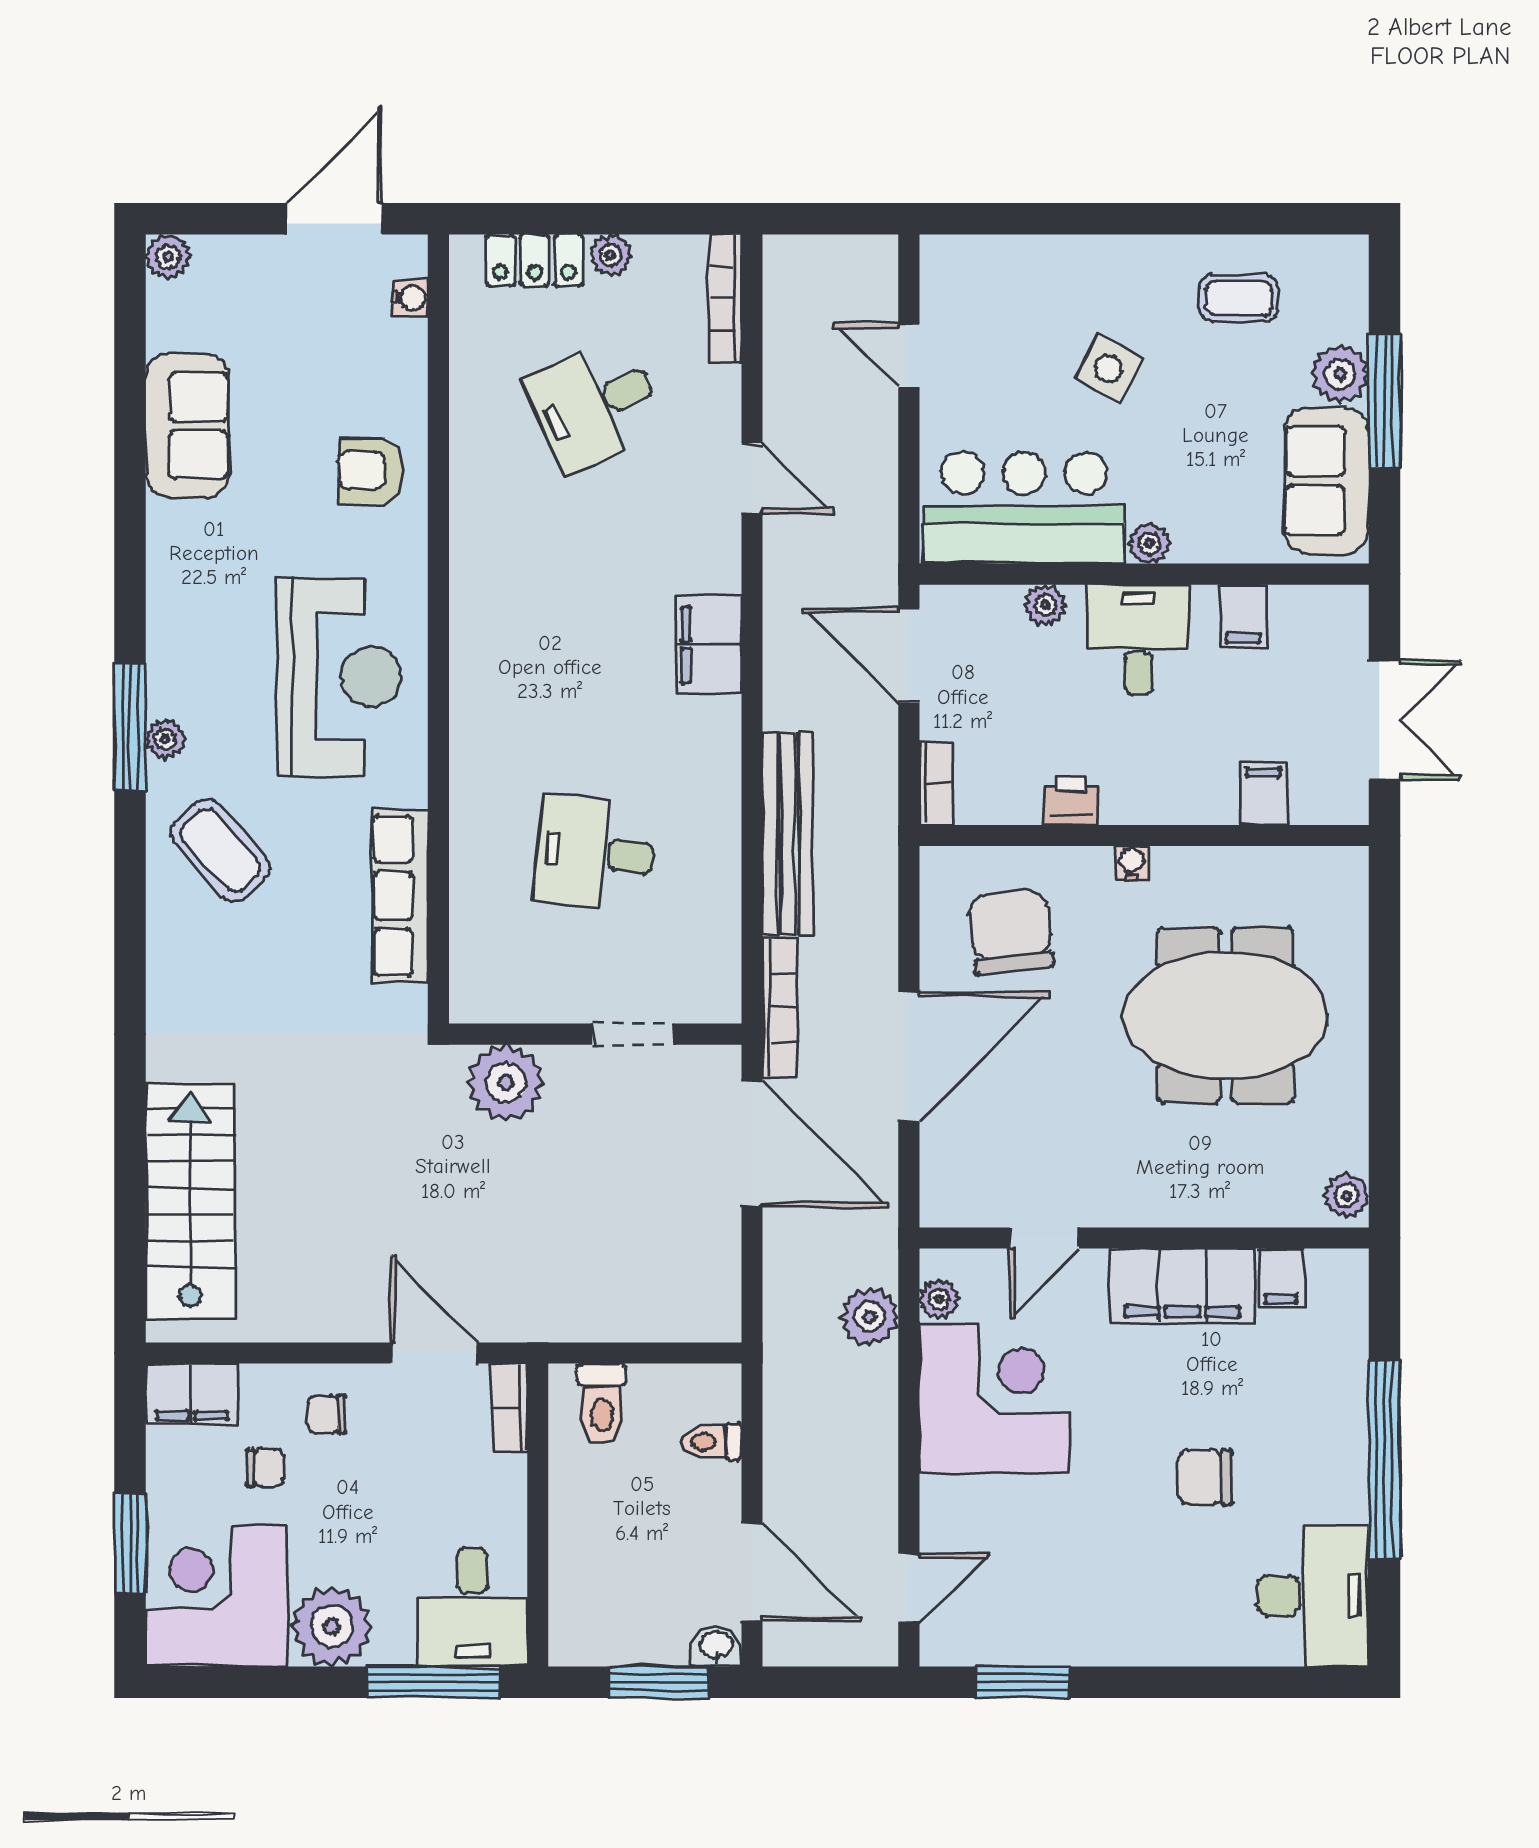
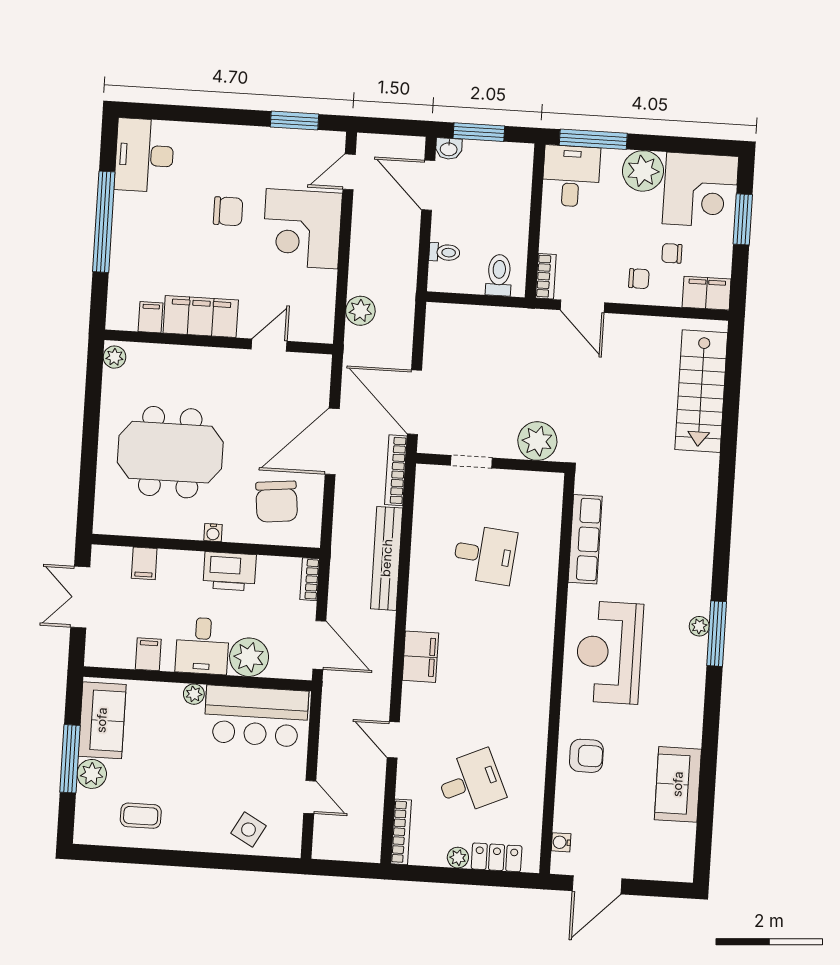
plant: (168, 257) -> (682, 871), removed
side table: (1108, 369) -> (248, 830), moved
plant: (1045, 605) -> (249, 657), width x1.87, depth x1.87
printer: (1071, 801) -> (230, 571), width x1.87, depth x1.48
coffee table: (220, 850) -> (675, 568), removed
plant: (939, 1299) -> (325, 318), removed
corner desk: (994, 1398) -> (302, 229), moved
chair: (1205, 1477) -> (228, 211), moved

